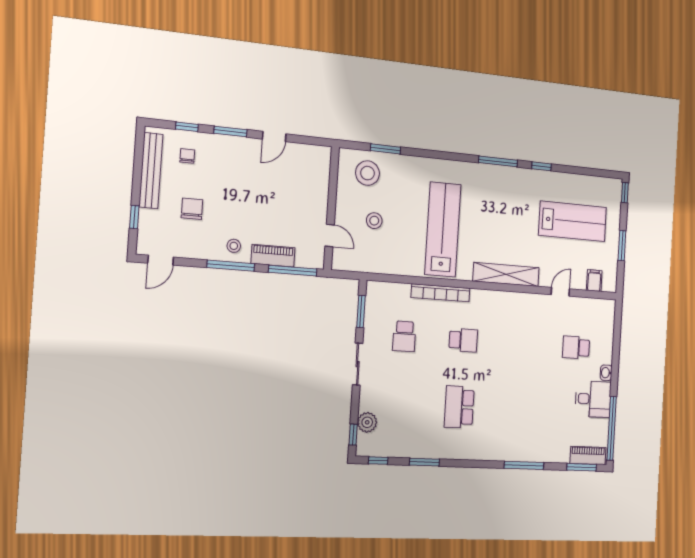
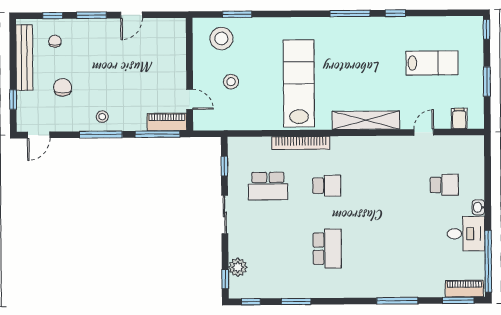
lab bench: (573, 221) -> (432, 63), width x0.73, depth x0.72
piano: (273, 256) -> (167, 122), moved
window: (361, 312) -> (224, 166), width x0.67
school desk: (404, 336) -> (268, 186), width x1.85
school desk: (576, 347) -> (444, 185), turned 180
school desk: (459, 407) -> (327, 249), turned 180

